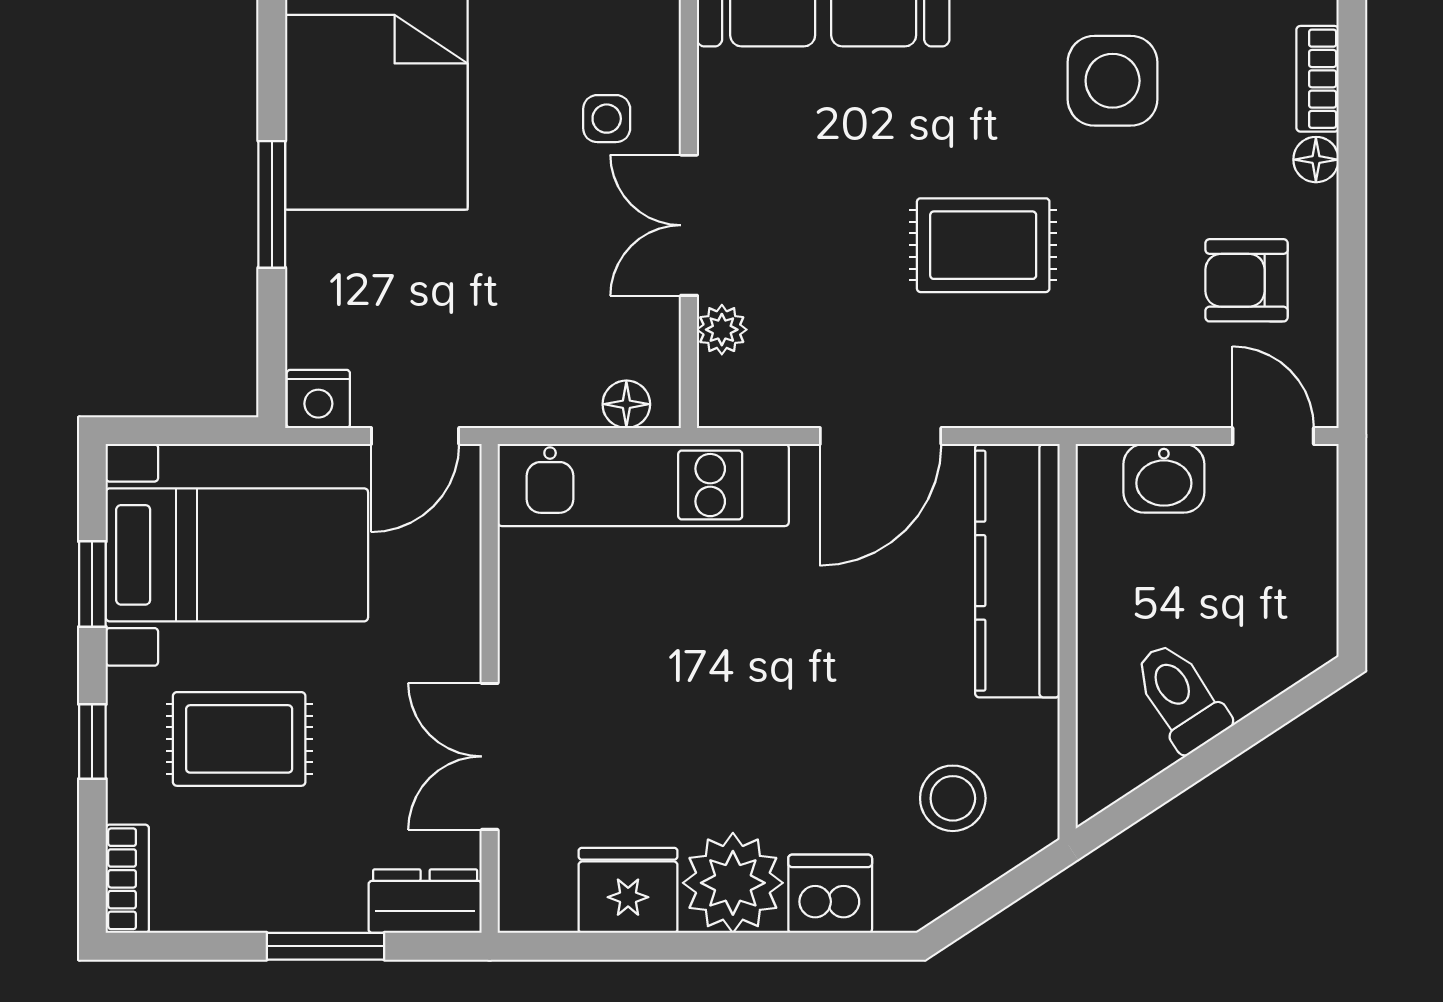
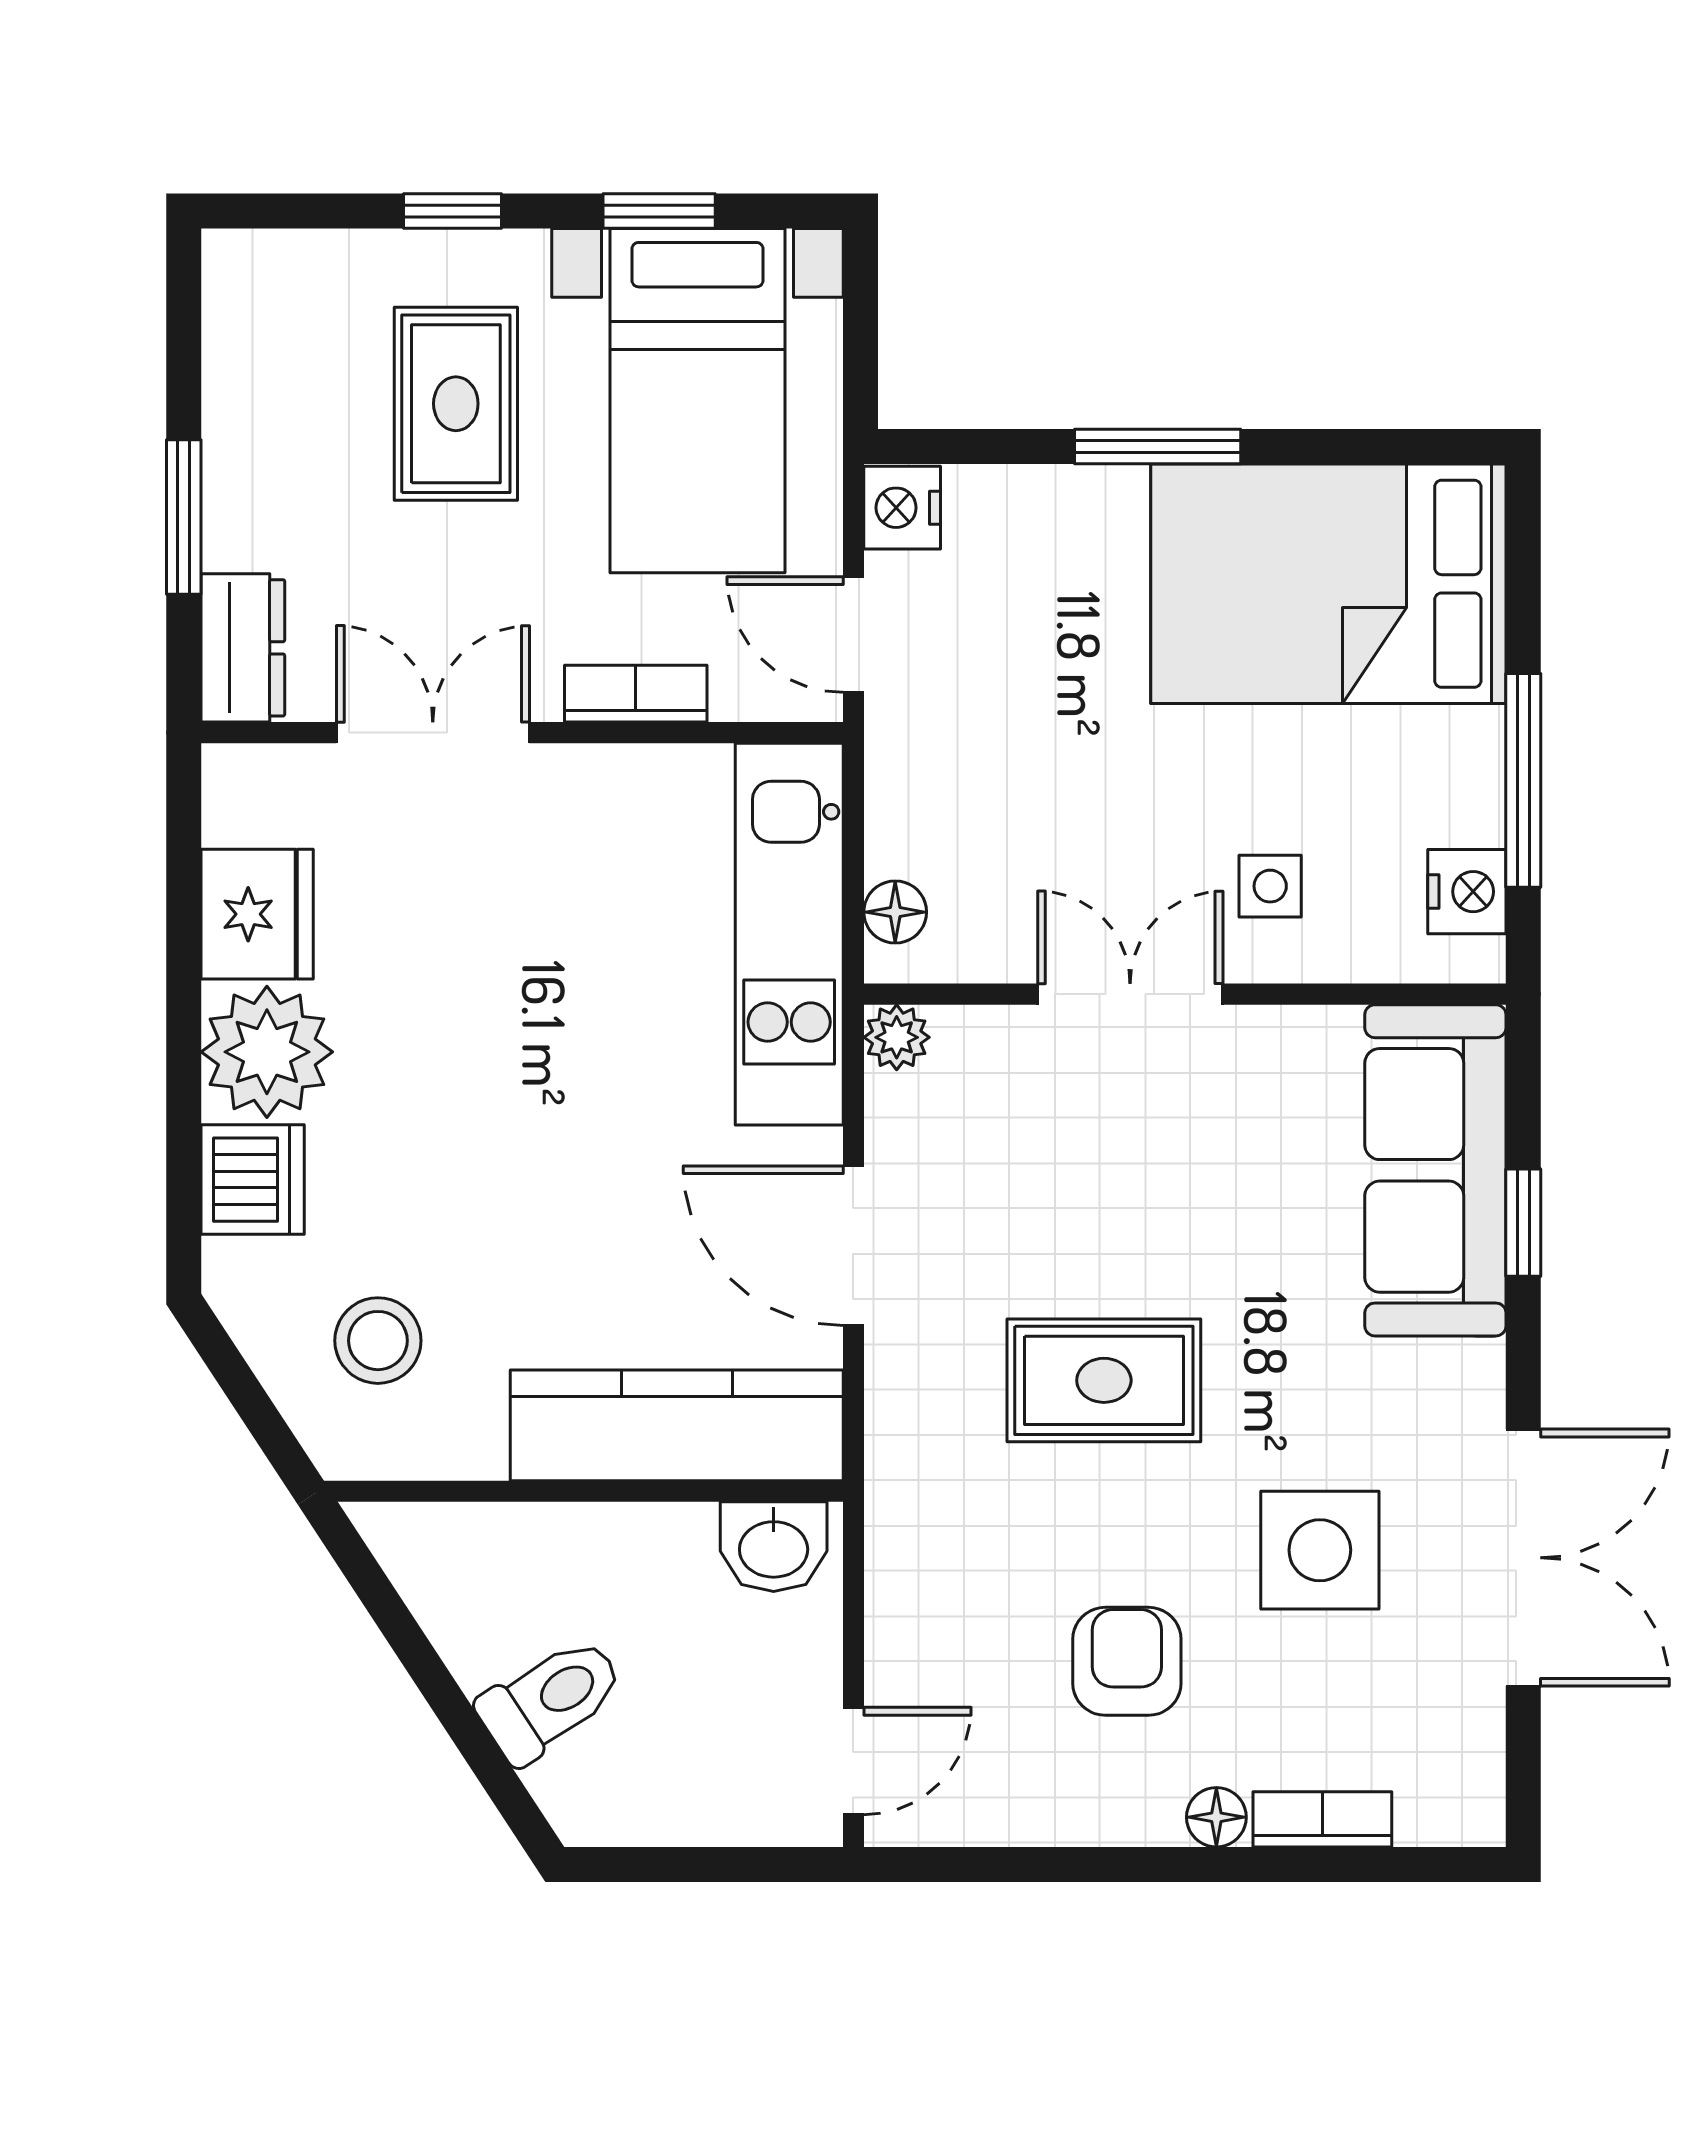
rug: (983, 245) -> (1104, 1380), turned 90
armchair: (1247, 280) -> (1127, 1661), moved
plant: (722, 330) -> (897, 1037), moved
washbasin: (1164, 478) -> (774, 1547), moved, turned -90
toilet: (1180, 697) -> (551, 1699), moved
bookcase: (127, 879) -> (636, 694), moved, turned 180

